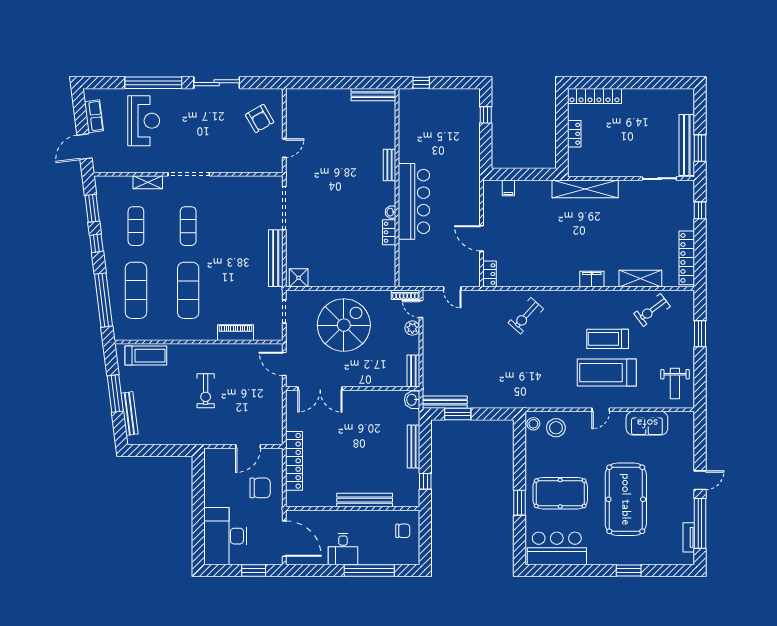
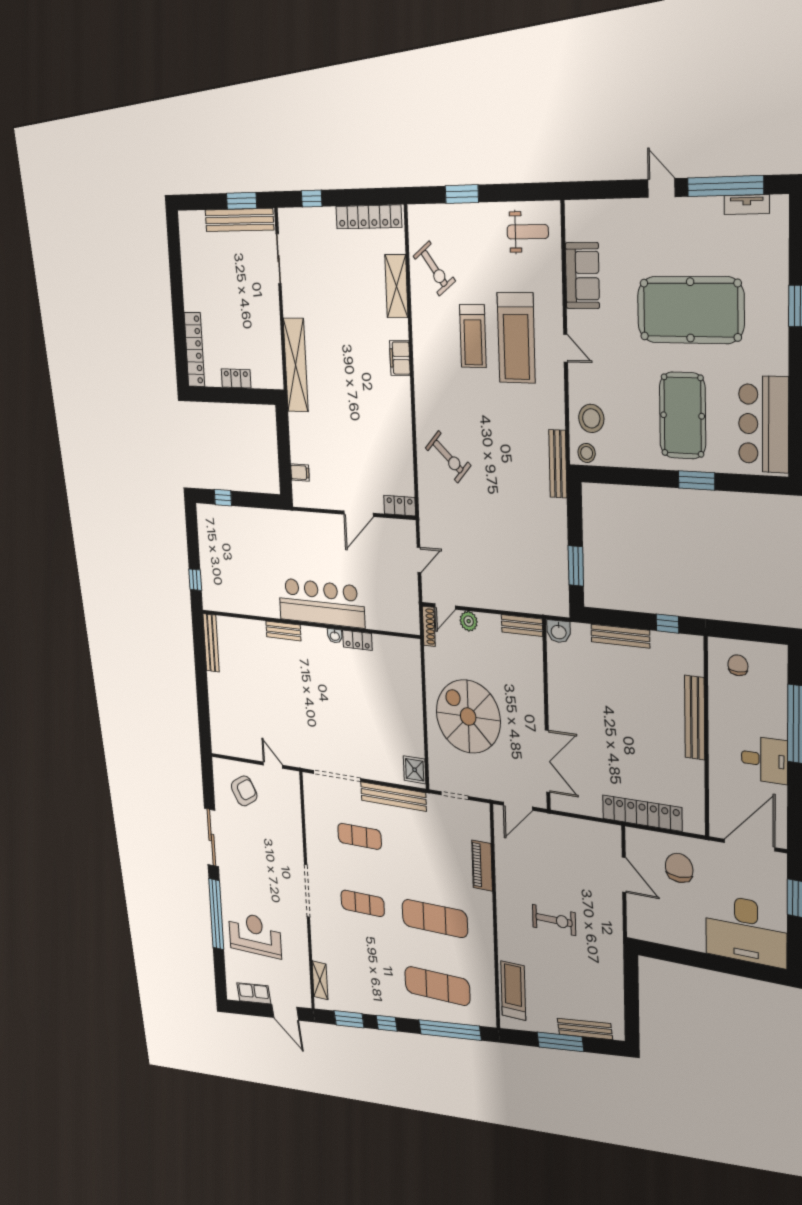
shelving: (148, 182) -> (320, 980), moved
exercise mat: (136, 226) -> (359, 836), moved
bench: (445, 402) -> (558, 464), moved

